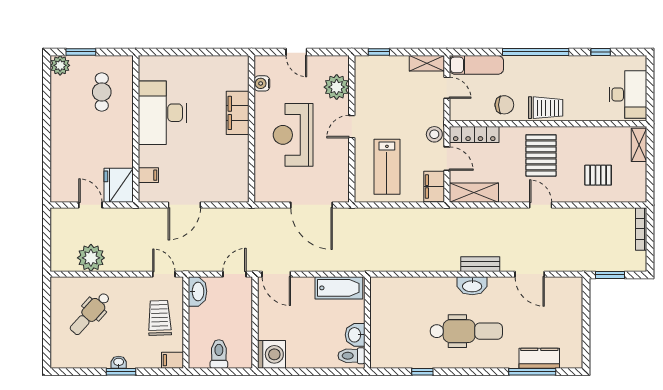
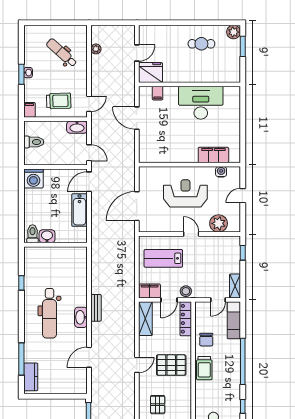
cafe table: (102, 92) -> (201, 44), moved
filing cabinet: (238, 113) -> (213, 155), moved
plant: (91, 258) -> (96, 49), width x0.53, depth x0.53
bench: (480, 264) -> (96, 308), moved
bathtub: (339, 288) -> (79, 210), moved
kitchen counter: (539, 358) -> (31, 377), moved

